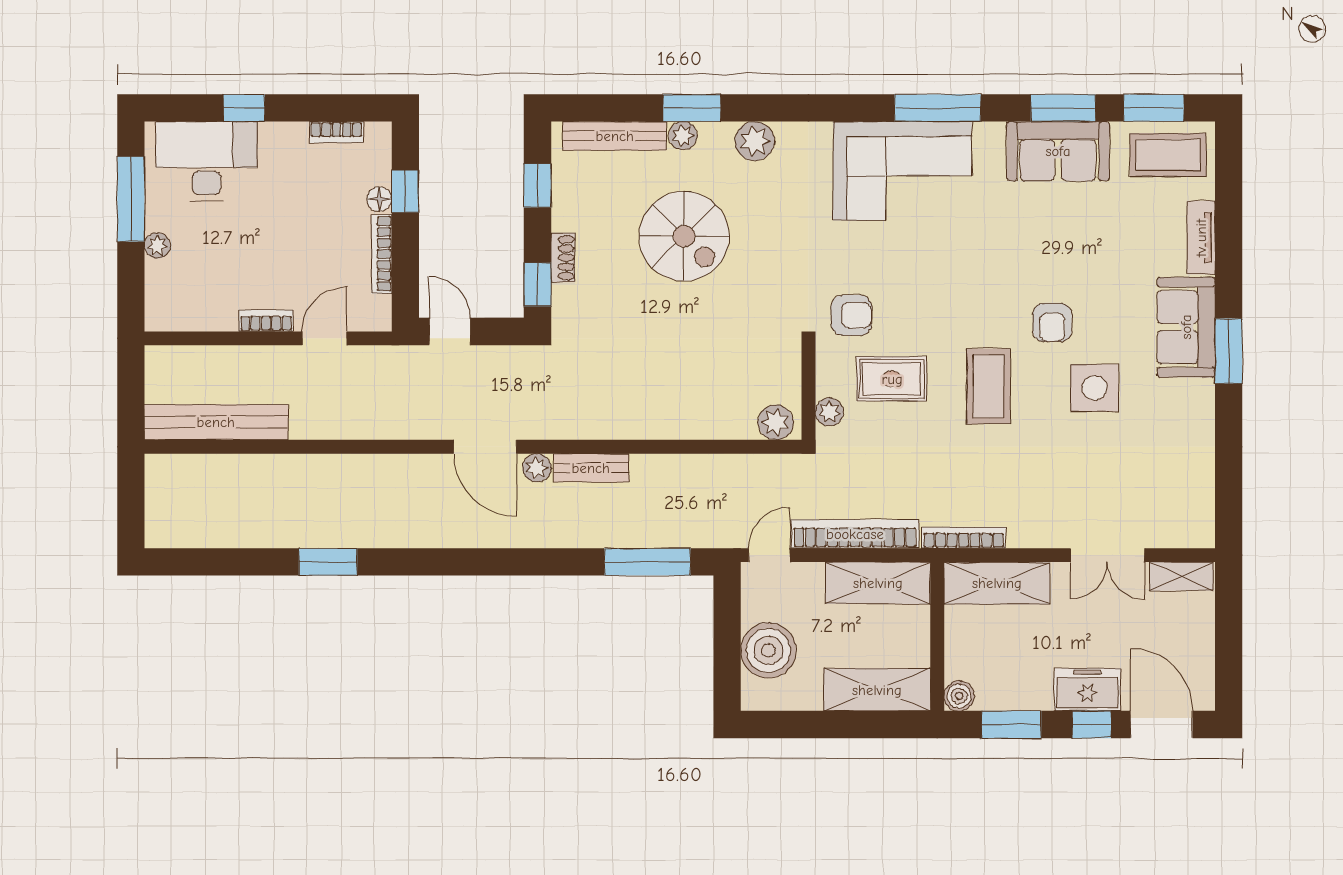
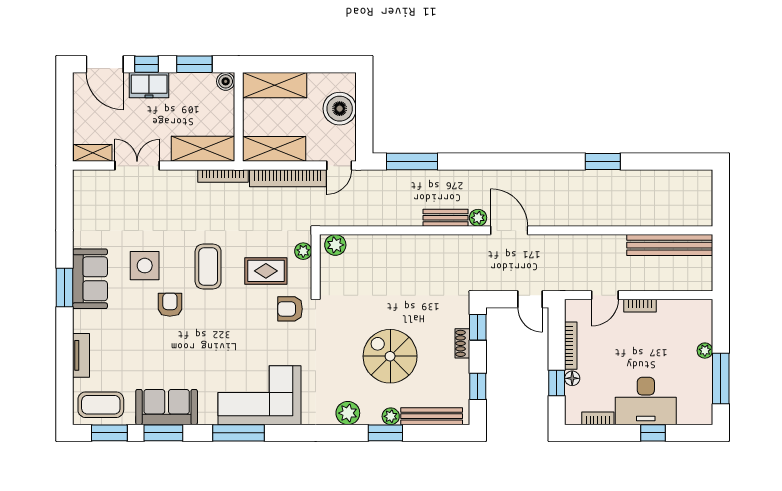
desk: (207, 161) -> (646, 401), moved
sofa: (1186, 327) -> (90, 279), moved

